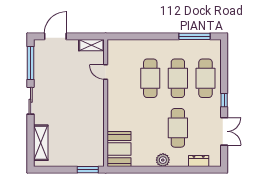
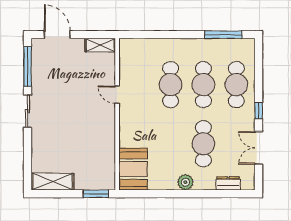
door: (55, 36) -> (57, 35), hinge flipped
door: (106, 72) -> (117, 95), moved
double door: (224, 131) -> (259, 148), swing flipped
shelving: (41, 143) -> (52, 182), moved, turned 90

